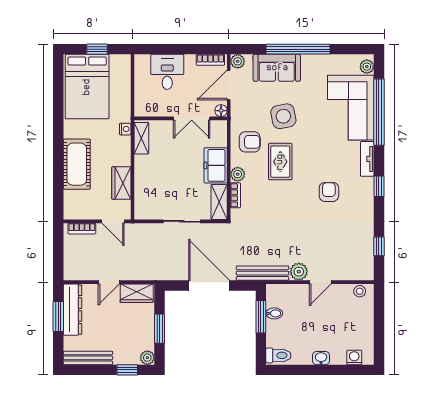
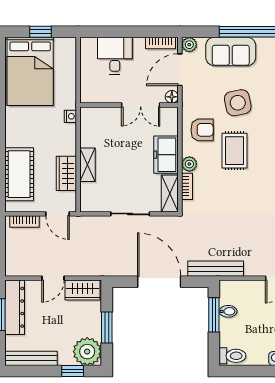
shelving: (141, 138) -> (88, 165), moved
cot: (77, 164) -> (19, 174), moved
plant: (299, 272) -> (254, 267), removed
plant: (147, 358) -> (87, 352), width x1.88, depth x1.88

